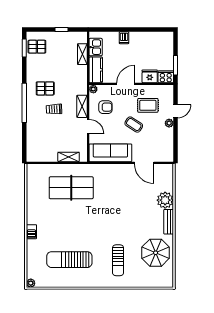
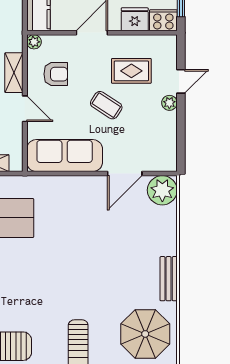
door: (144, 163) -> (125, 174), hinge flipped
plant: (165, 200) -> (162, 190), moved

